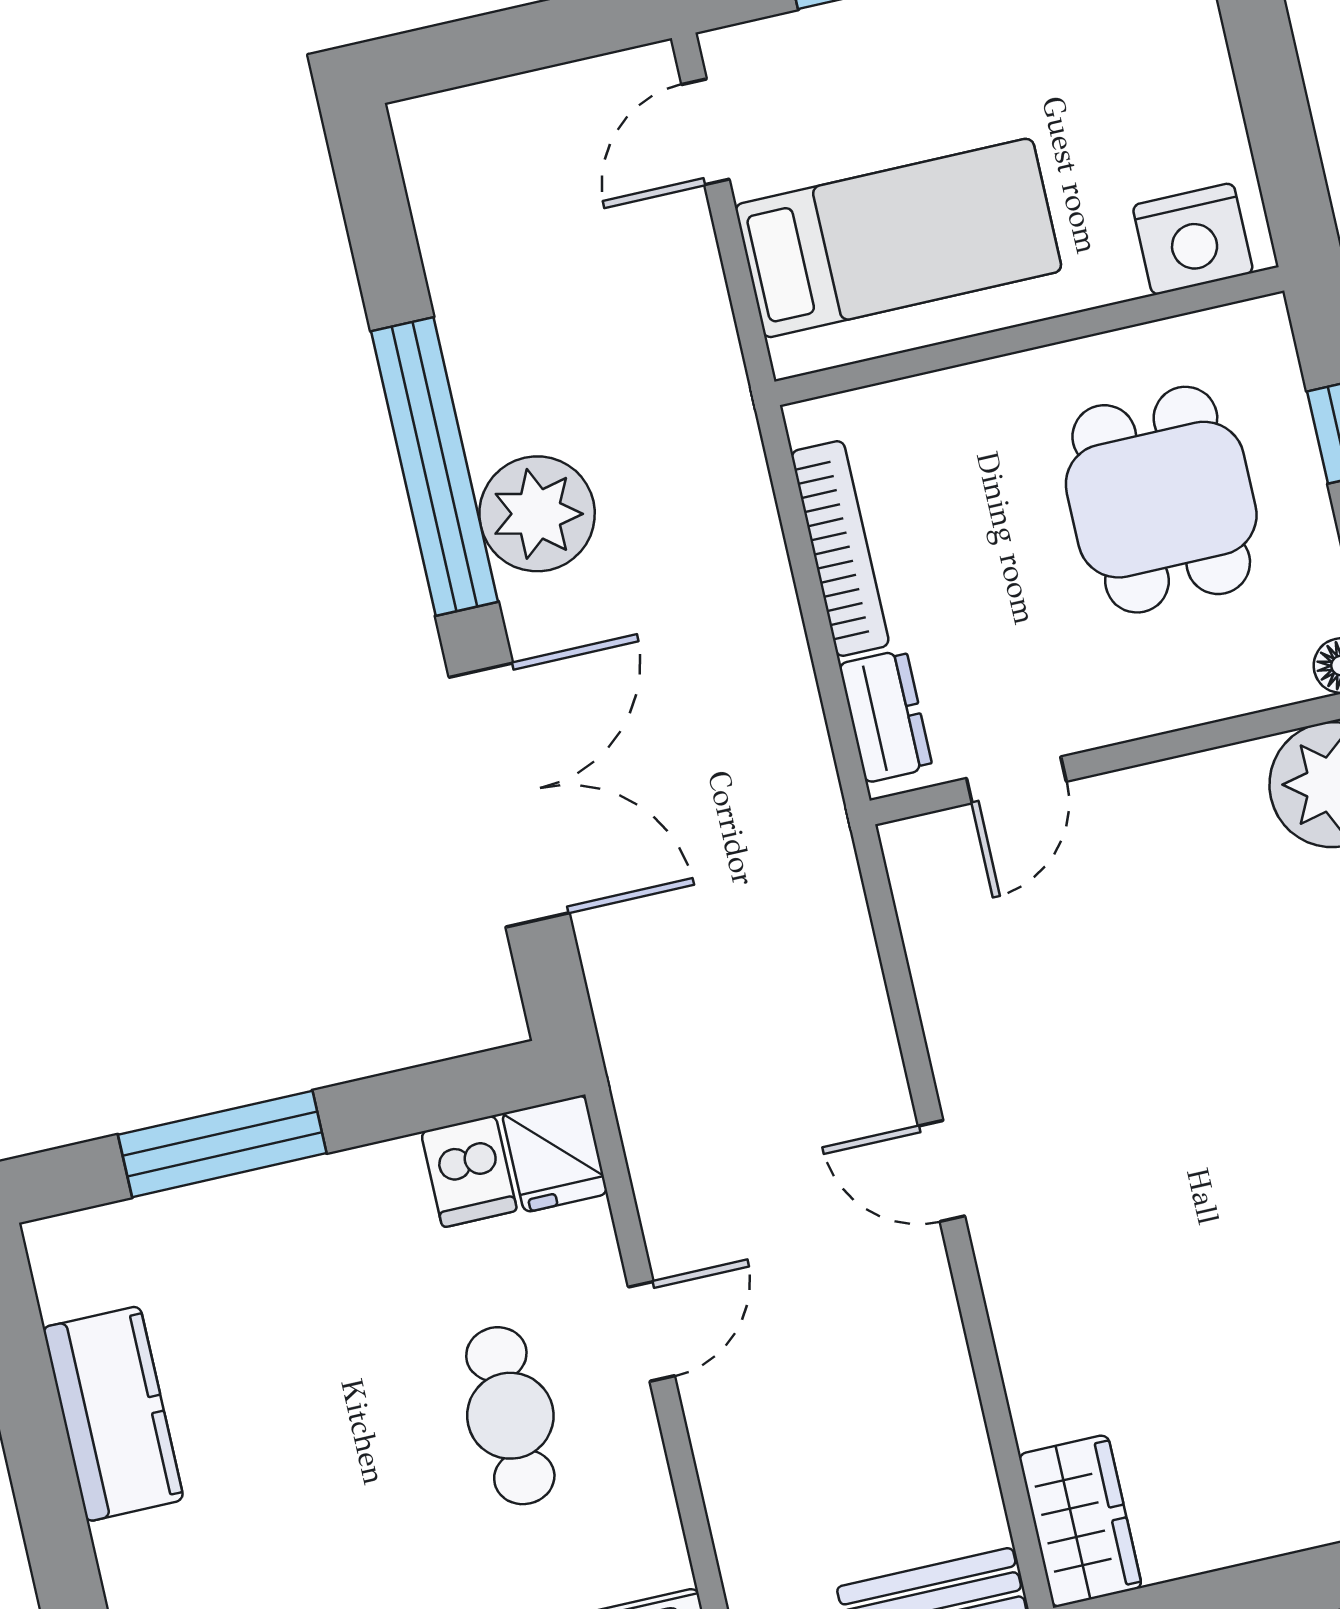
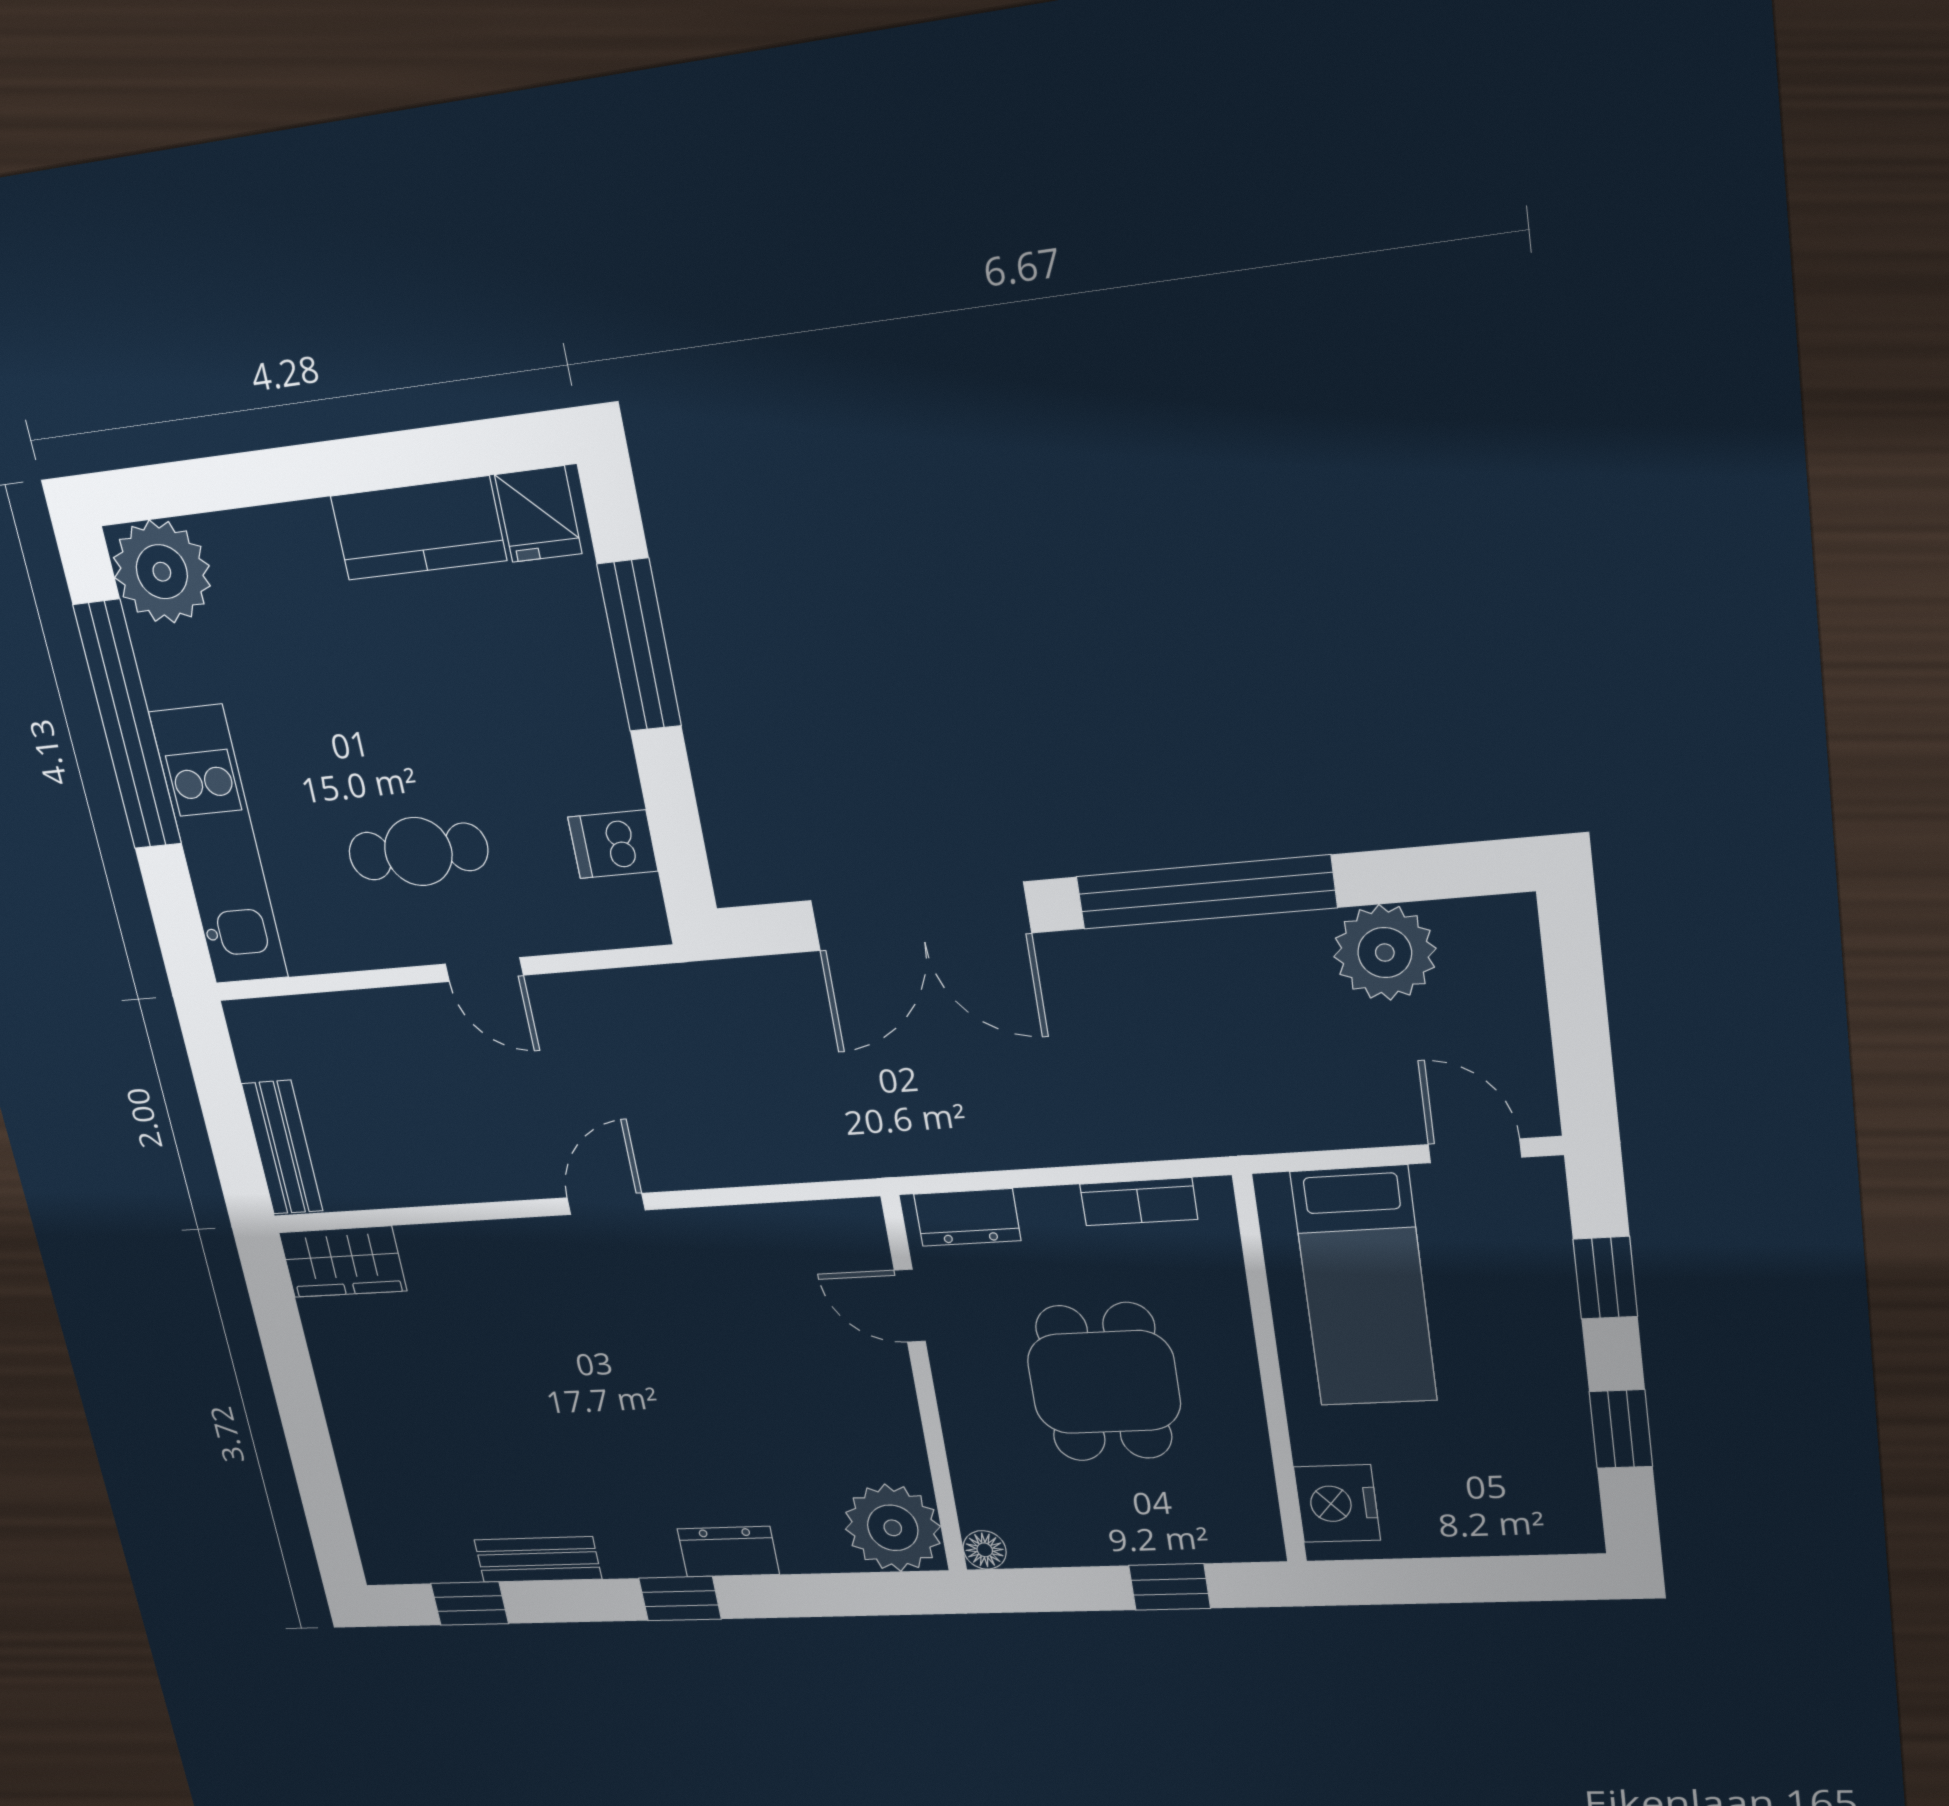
dining table: (1161, 500) -> (1104, 1382), moved, turned 90
plant: (537, 514) -> (1385, 953), moved
bookcase: (840, 549) -> (1139, 1202), width x0.64
fridge: (555, 1154) -> (538, 514), moved, turned -90

